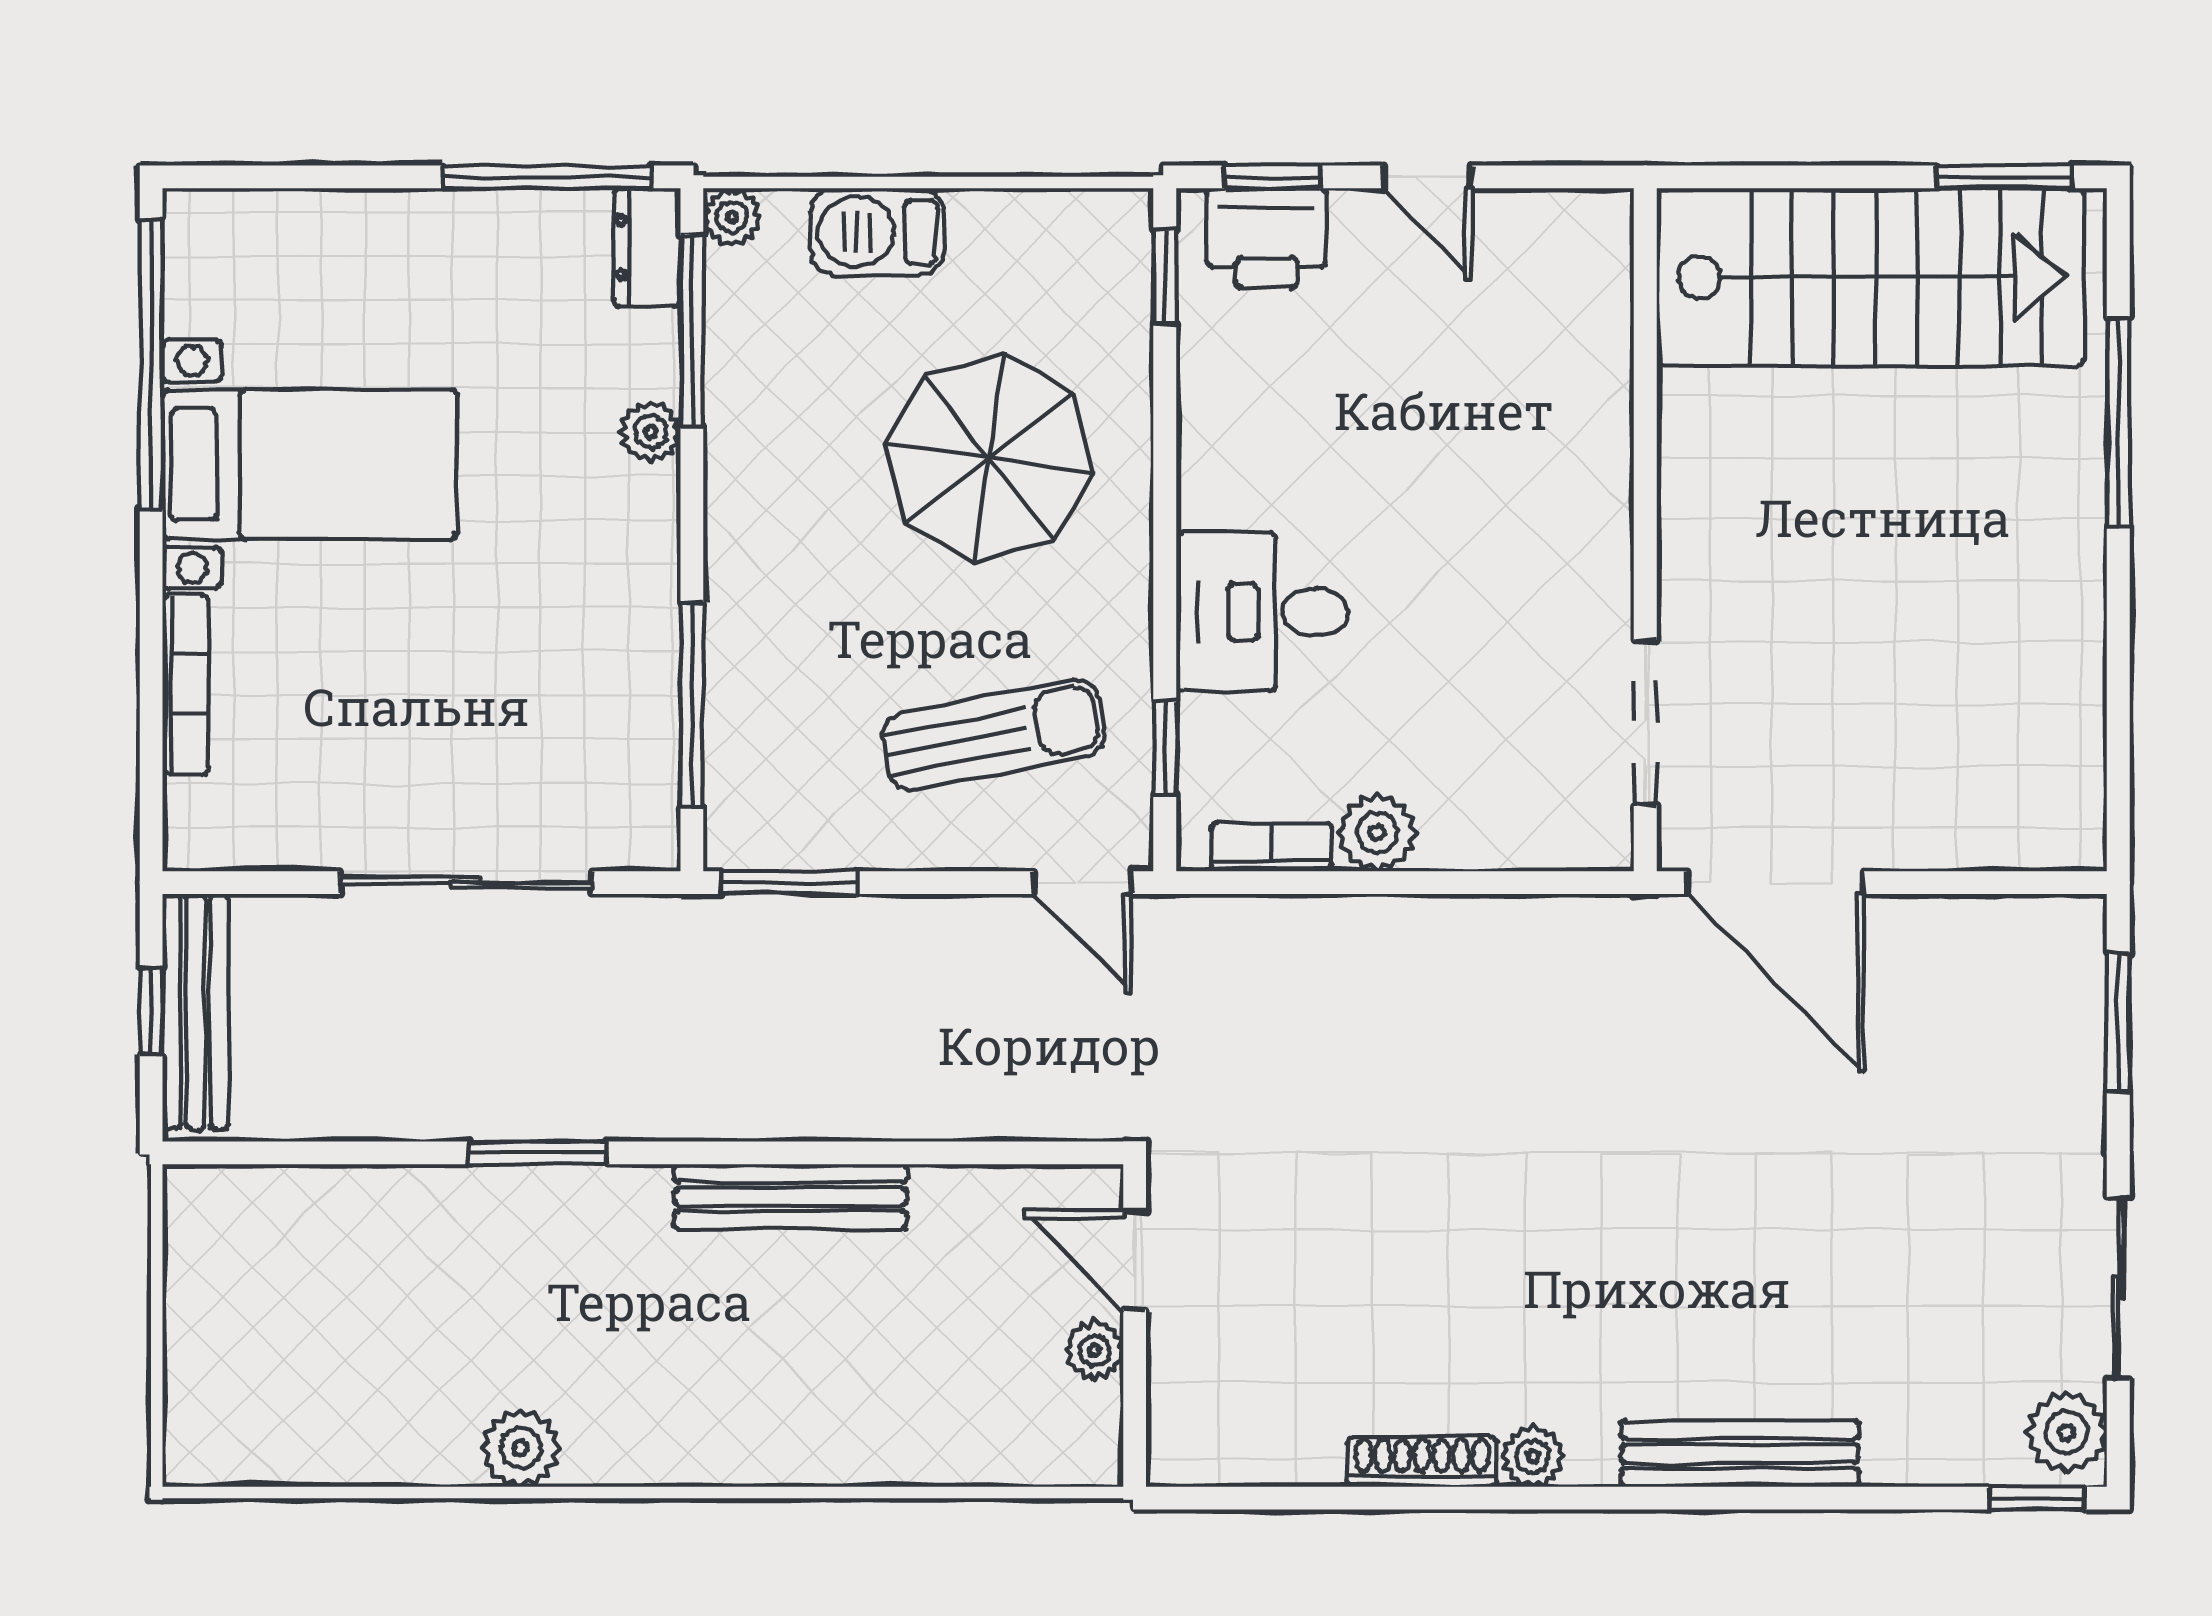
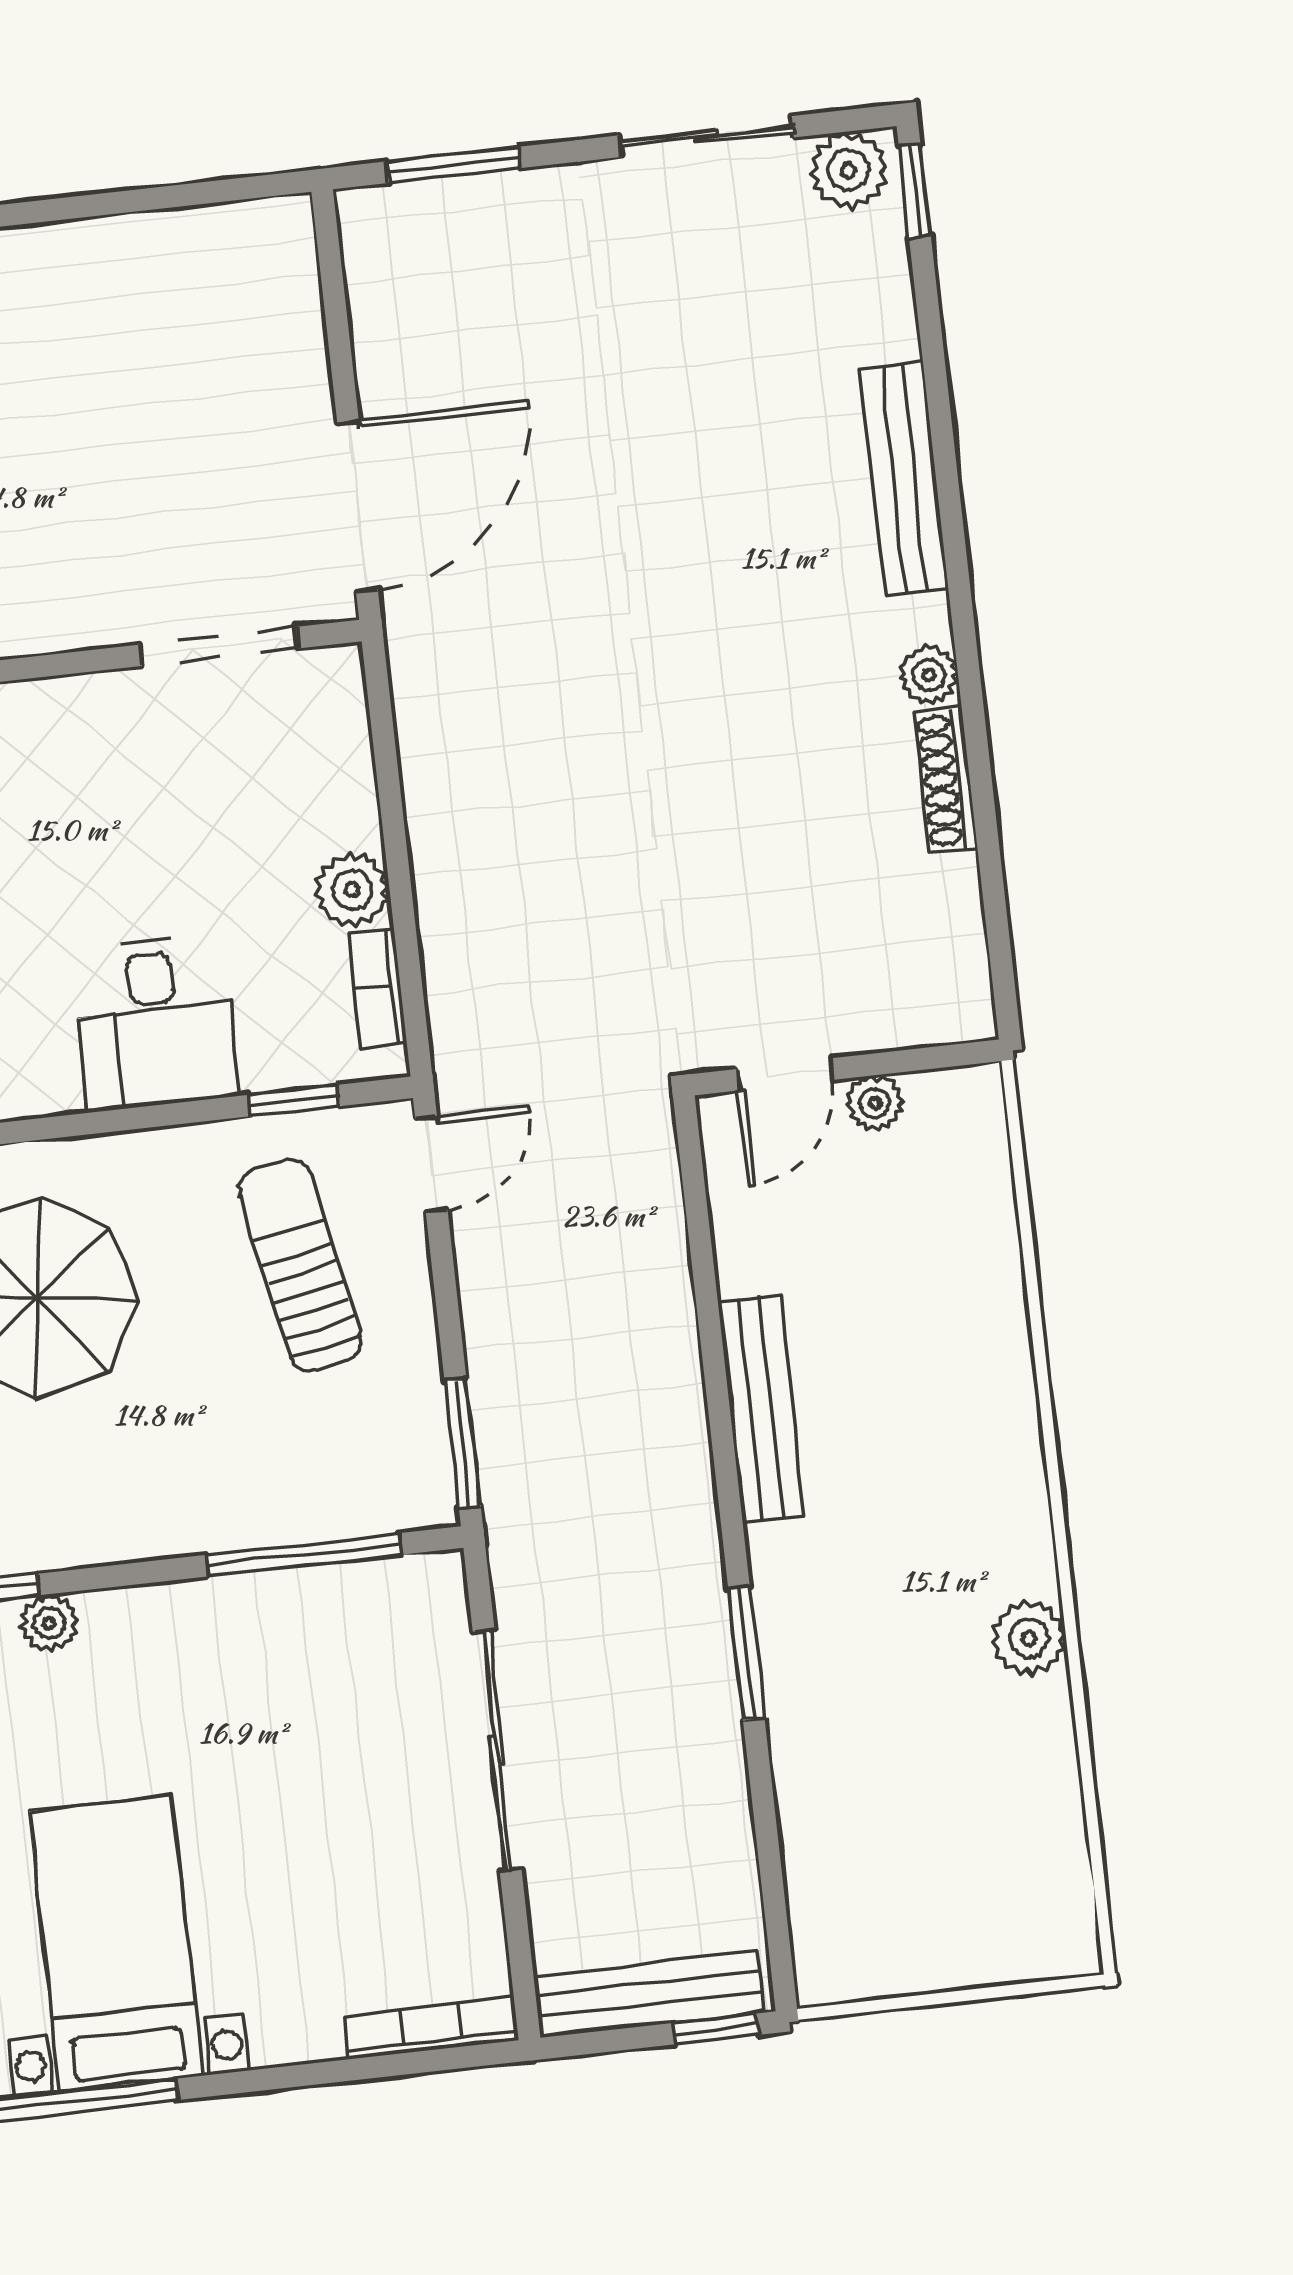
bookcase: (185, 684) -> (431, 2028), moved
window: (151, 1011) -> (716, 2029), moved

